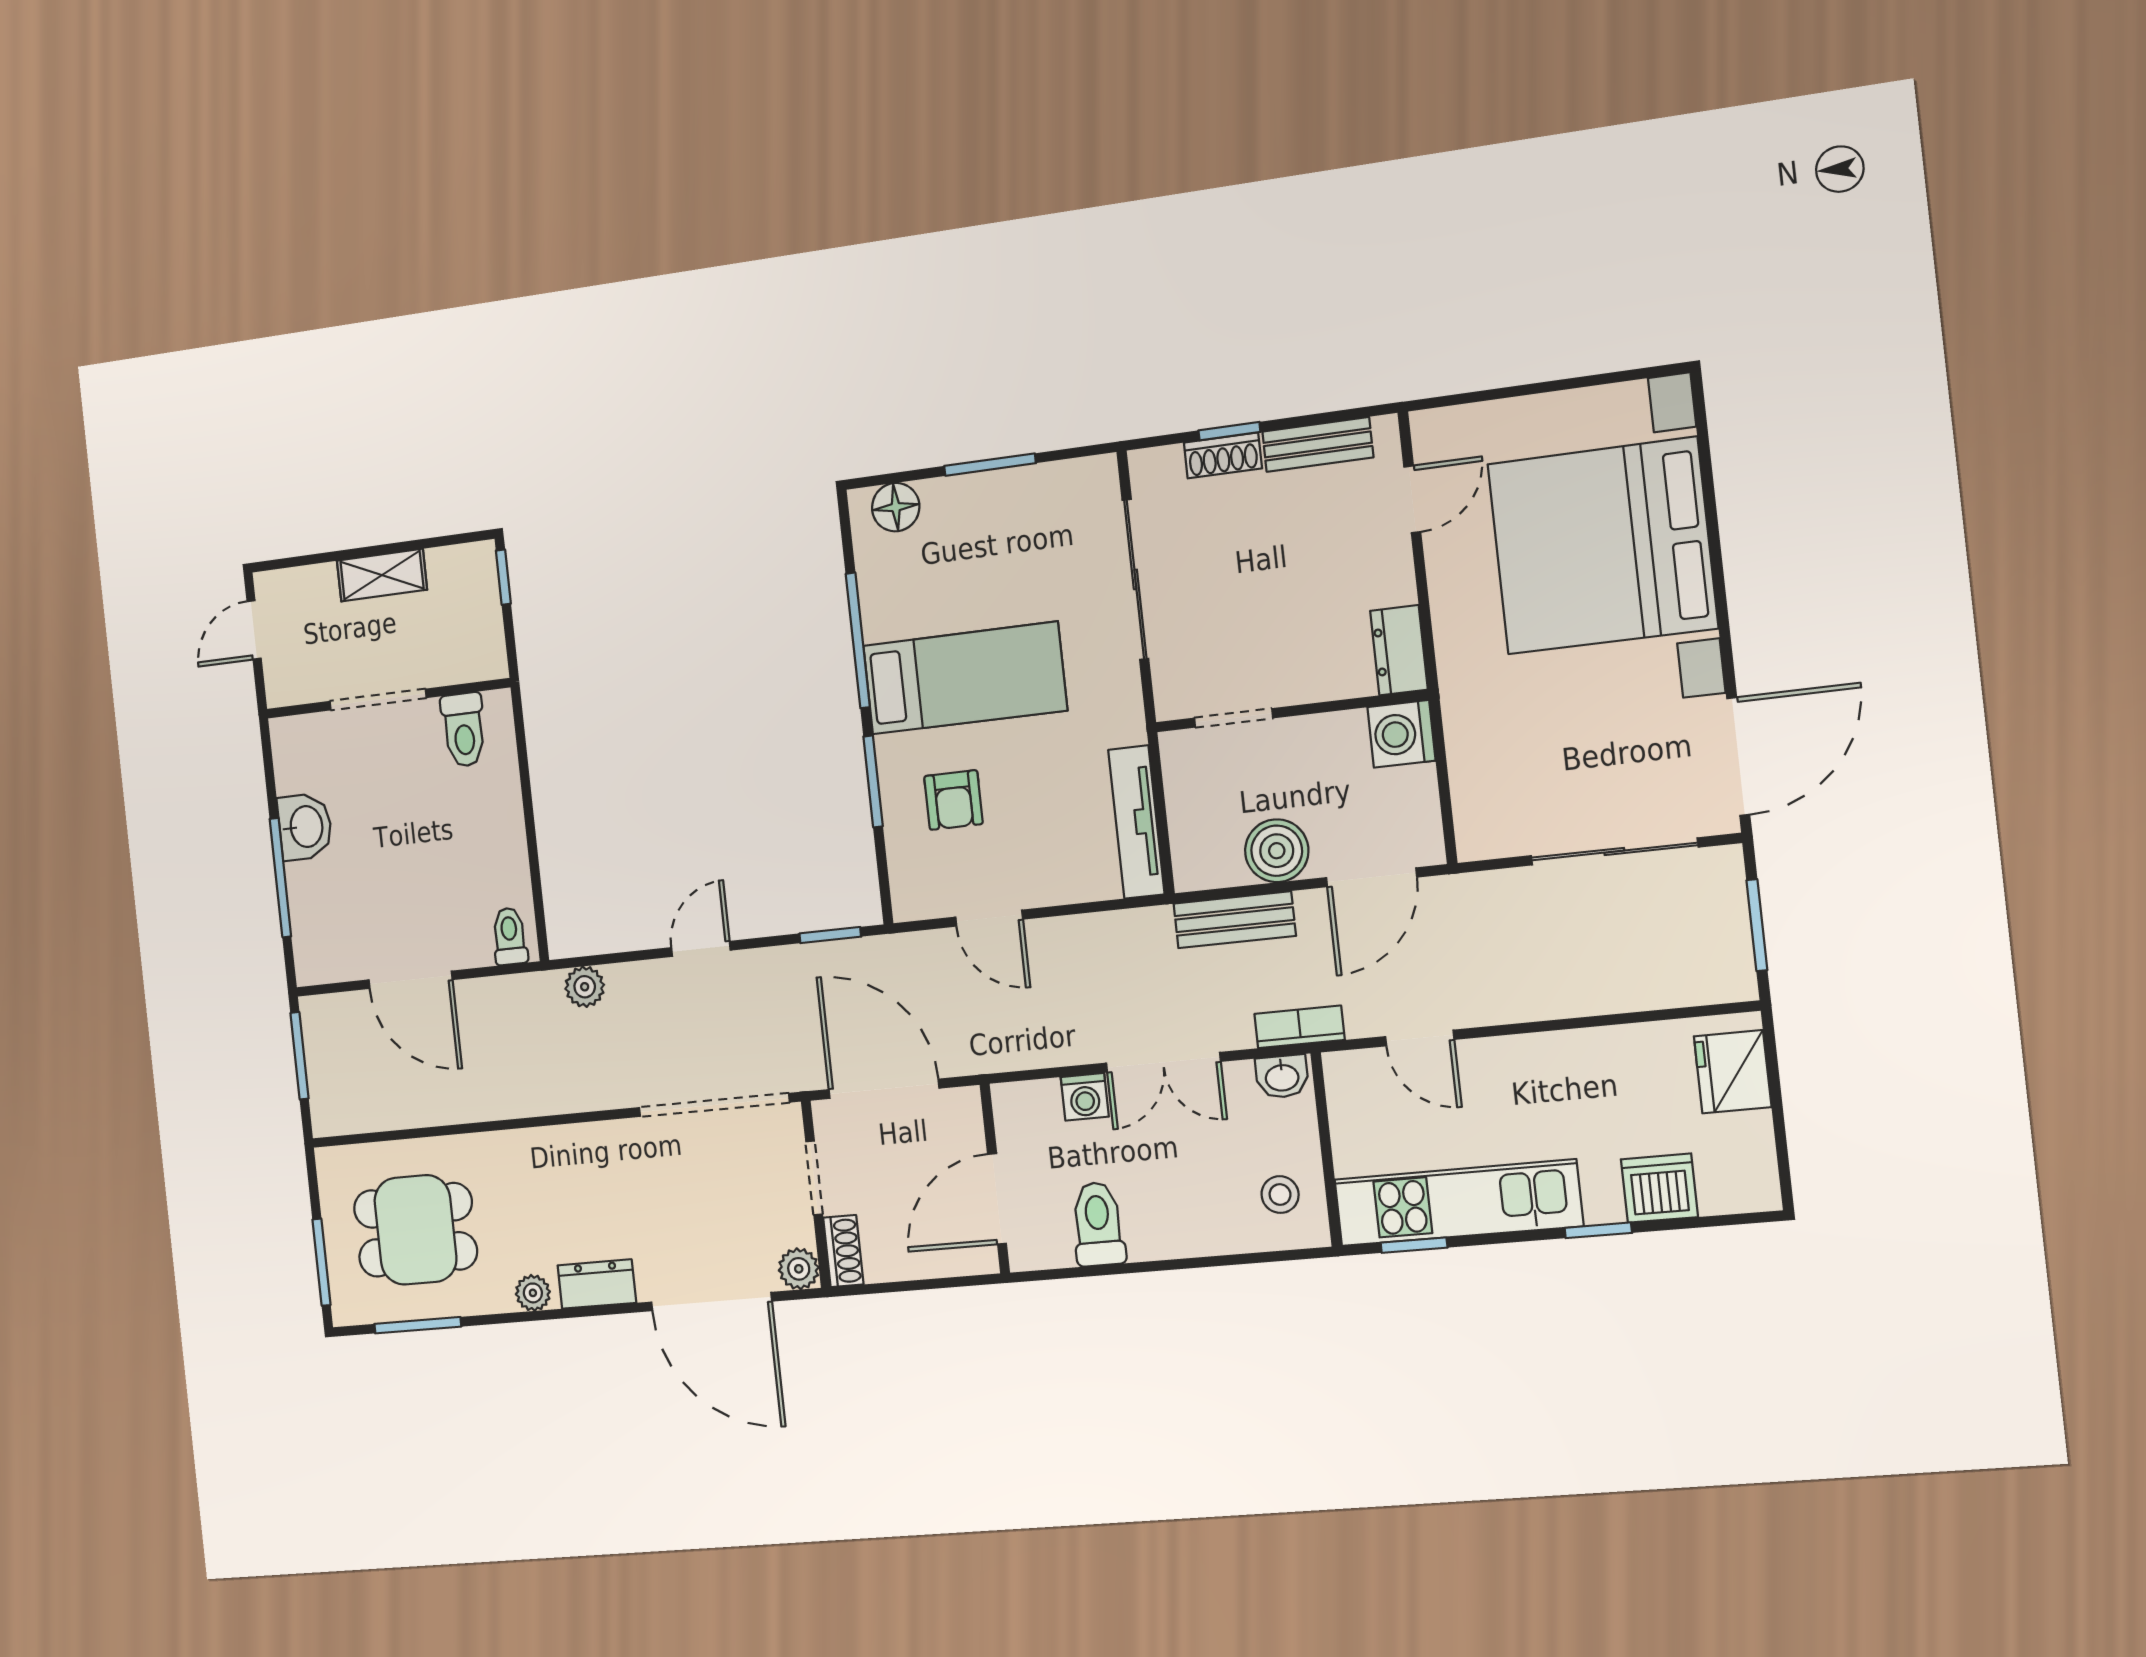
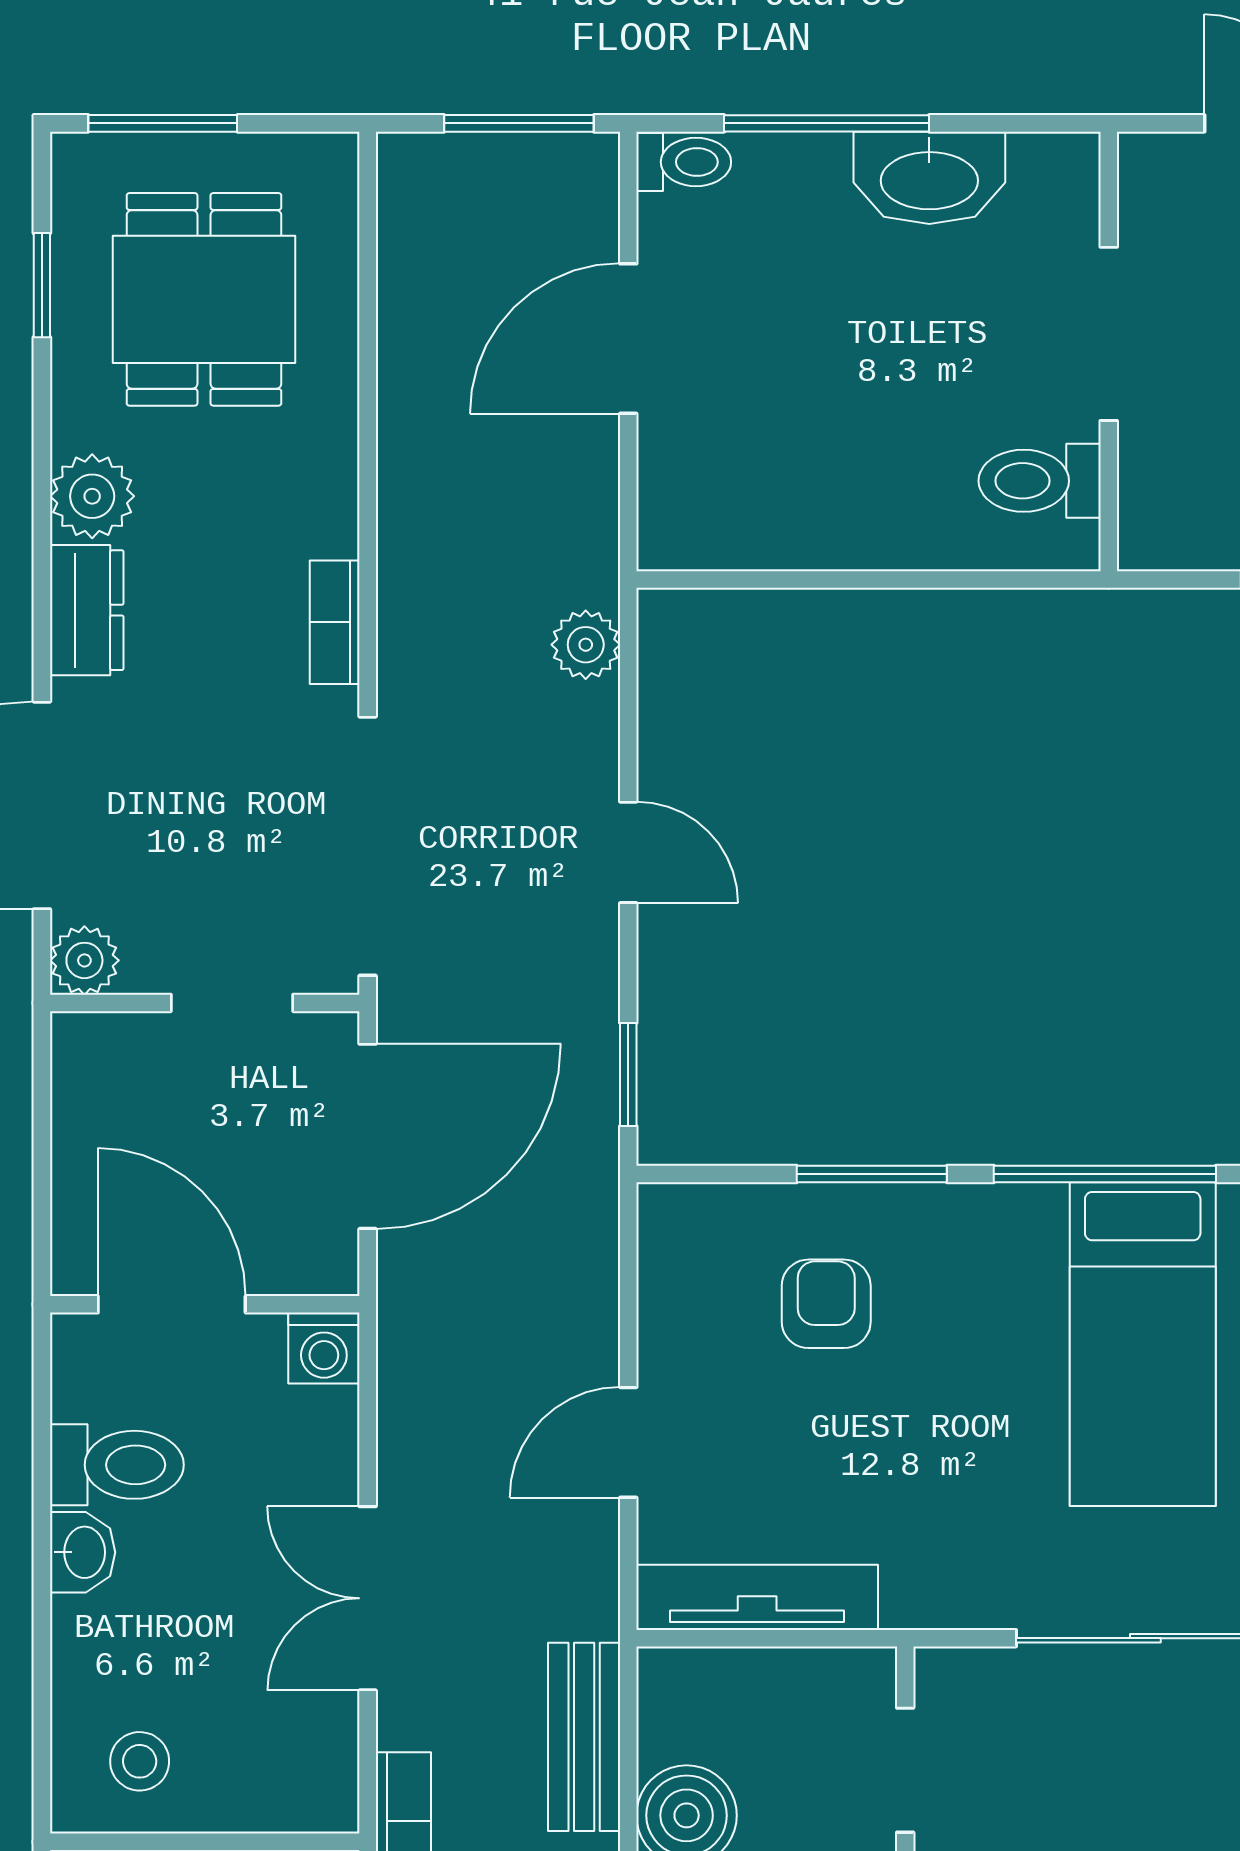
bed: (965, 678) -> (1143, 1344), moved
armchair: (953, 800) -> (826, 1304), turned 90
washbasin: (305, 827) -> (929, 178), width x1.38
door: (989, 918) -> (628, 1442), moved
toilet: (510, 936) -> (684, 162), moved
washbasin: (1282, 1077) -> (83, 1552), moved, turned 180
washing machine: (1085, 1097) -> (324, 1348), moved, turned -90
bookcase: (588, 1137) -> (335, 622), added
shoe rack: (843, 1251) -> (108, 1039), removed
plant: (533, 1293) -> (92, 496), width x1.38, depth x1.38
window: (418, 1325) -> (42, 285), width x0.67

